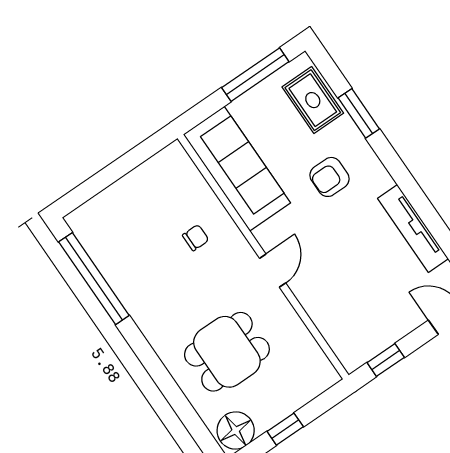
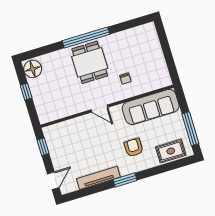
window: (359, 113) -> (125, 180), moved
window: (94, 279) -> (86, 38), moved
dining table: (227, 352) -> (90, 62), moved

